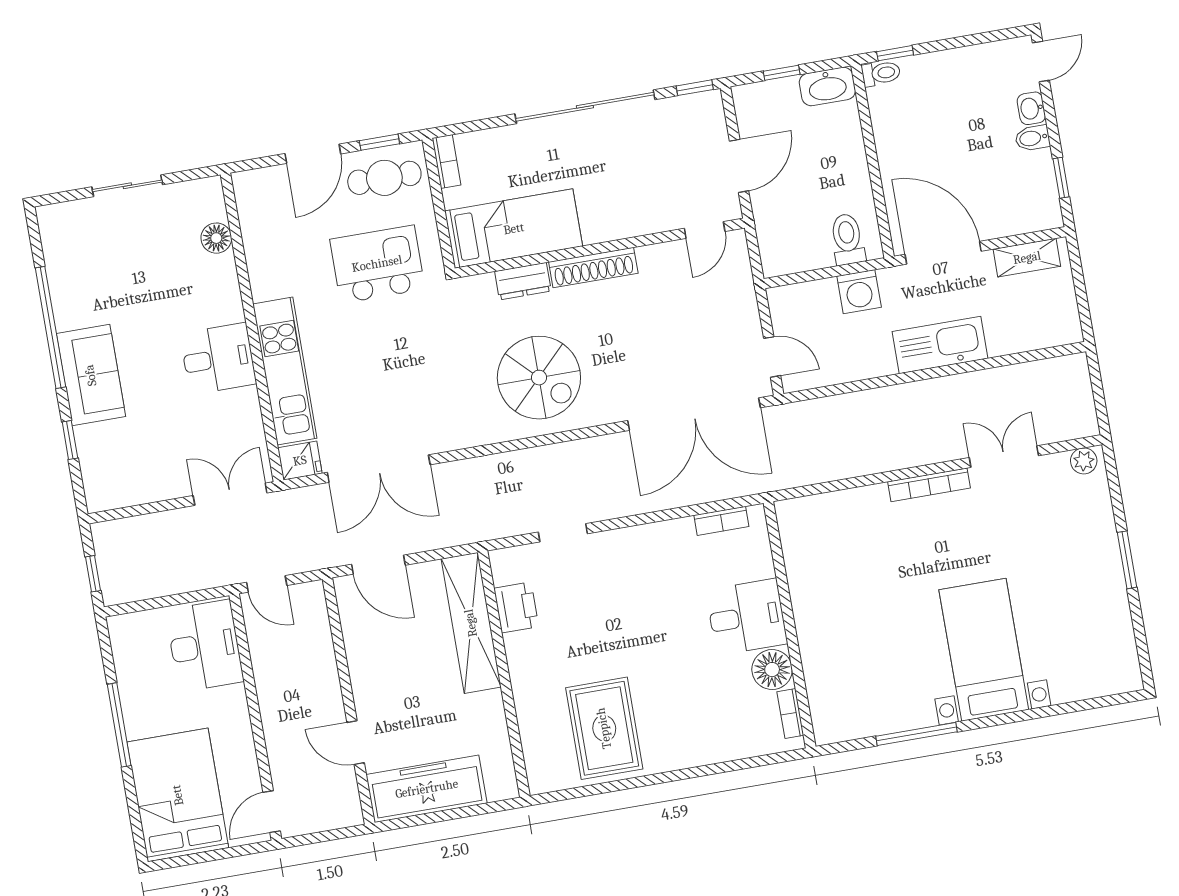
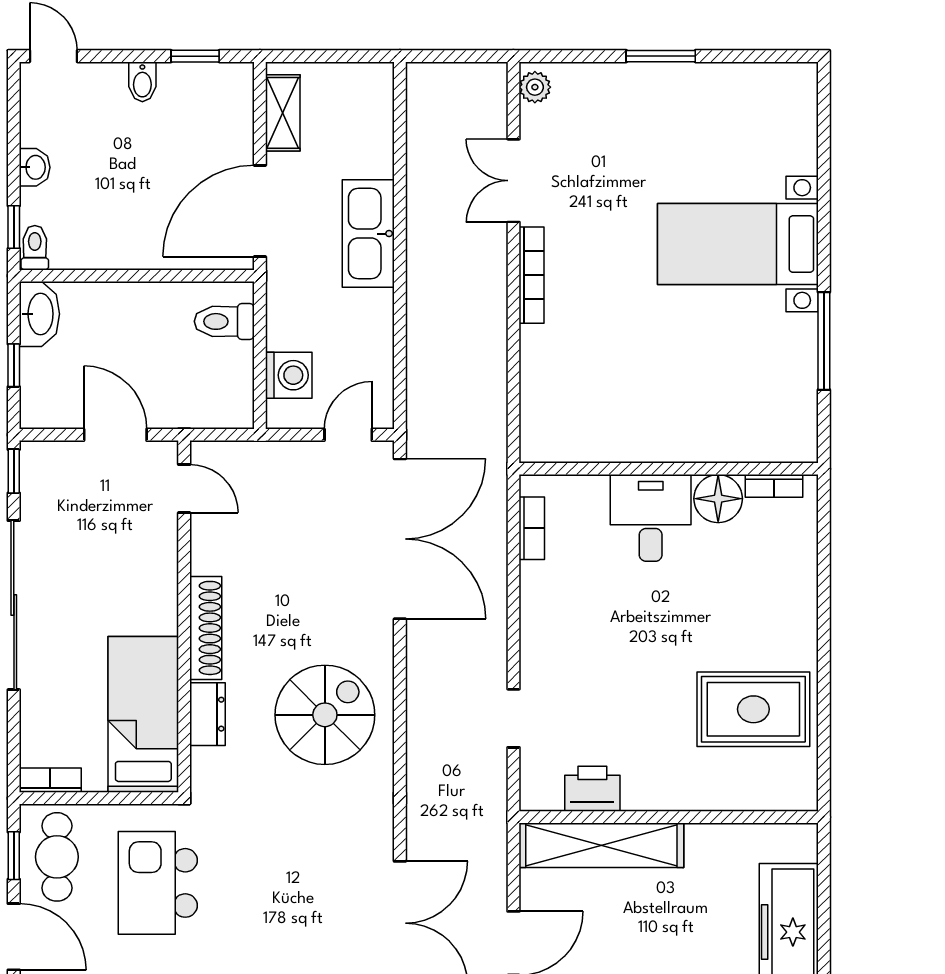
washbasin: (1031, 108) -> (35, 167), moved, turned -90
washing machine: (859, 292) -> (289, 375), moved

